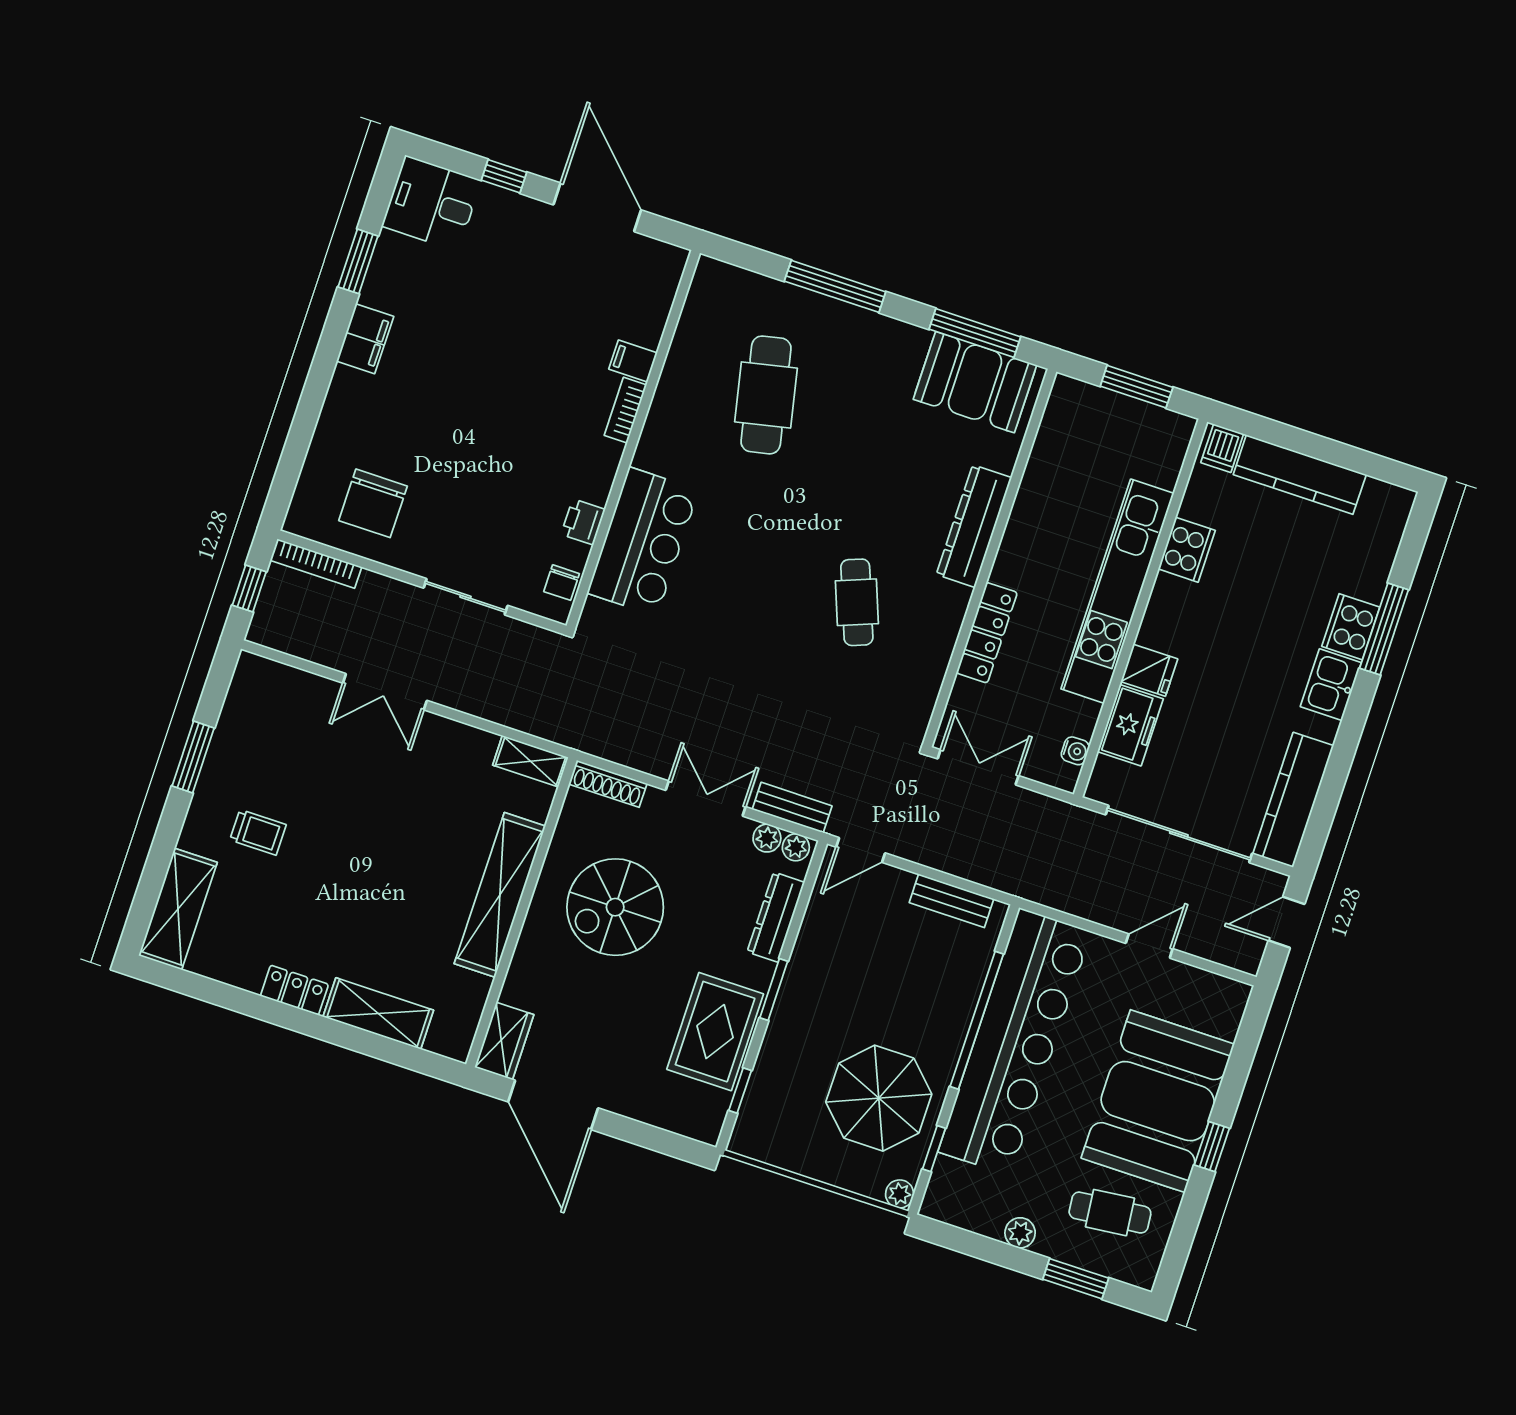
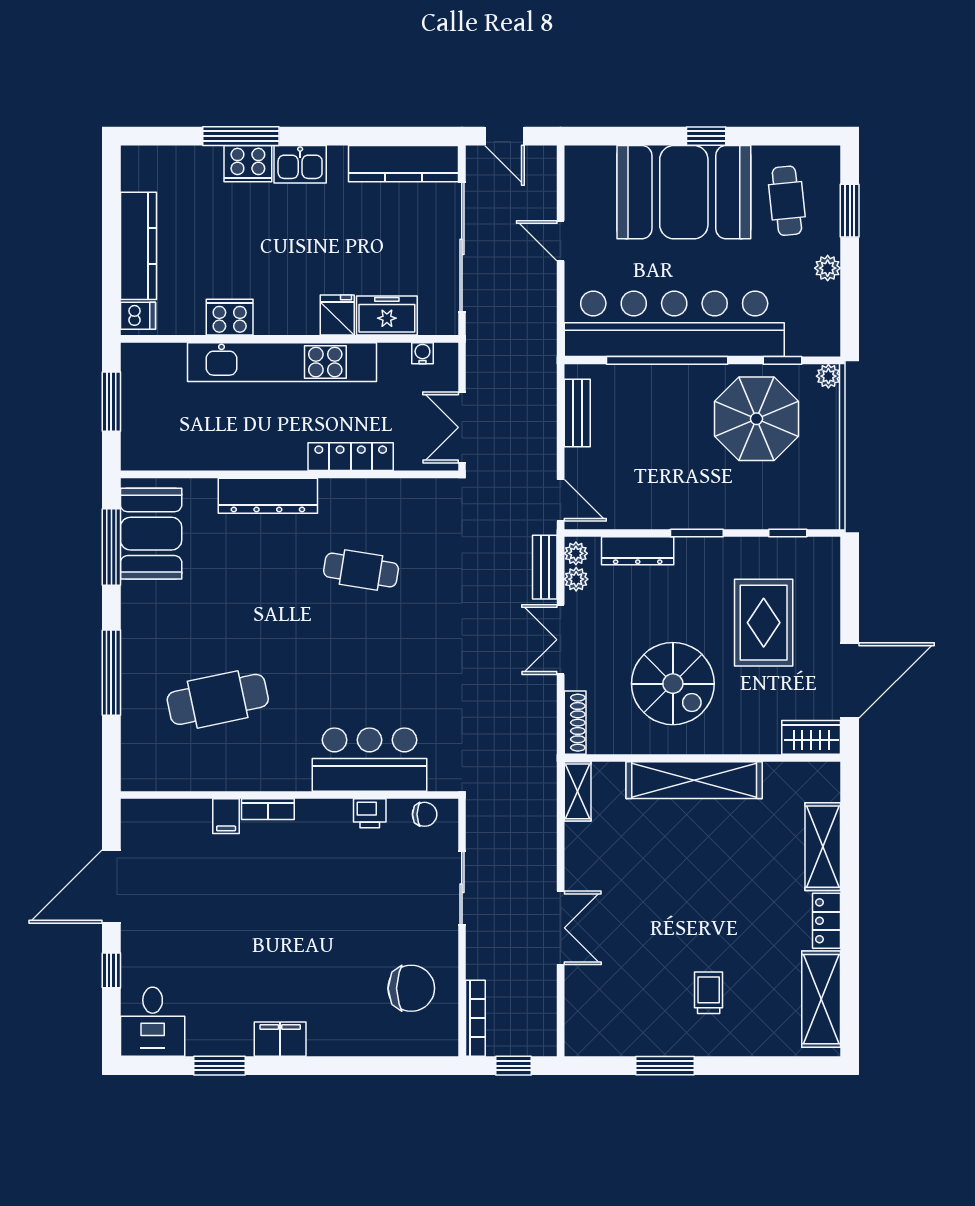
cafe table: (857, 602) -> (361, 570), turned 30
shelving: (178, 909) -> (821, 999), moved, turned 90
rug: (715, 1032) -> (764, 623), moved, turned 90

